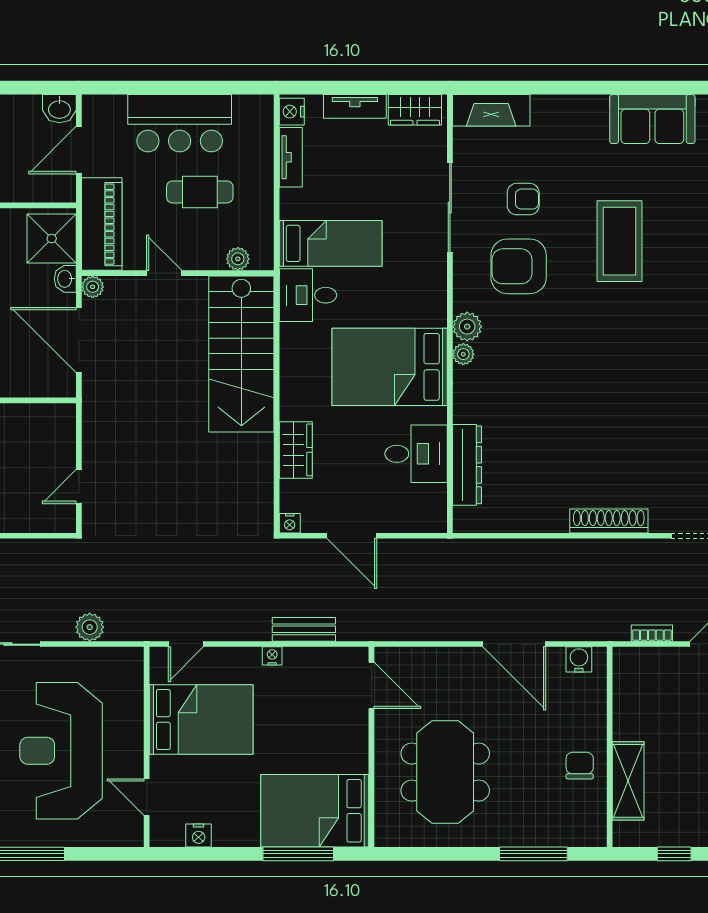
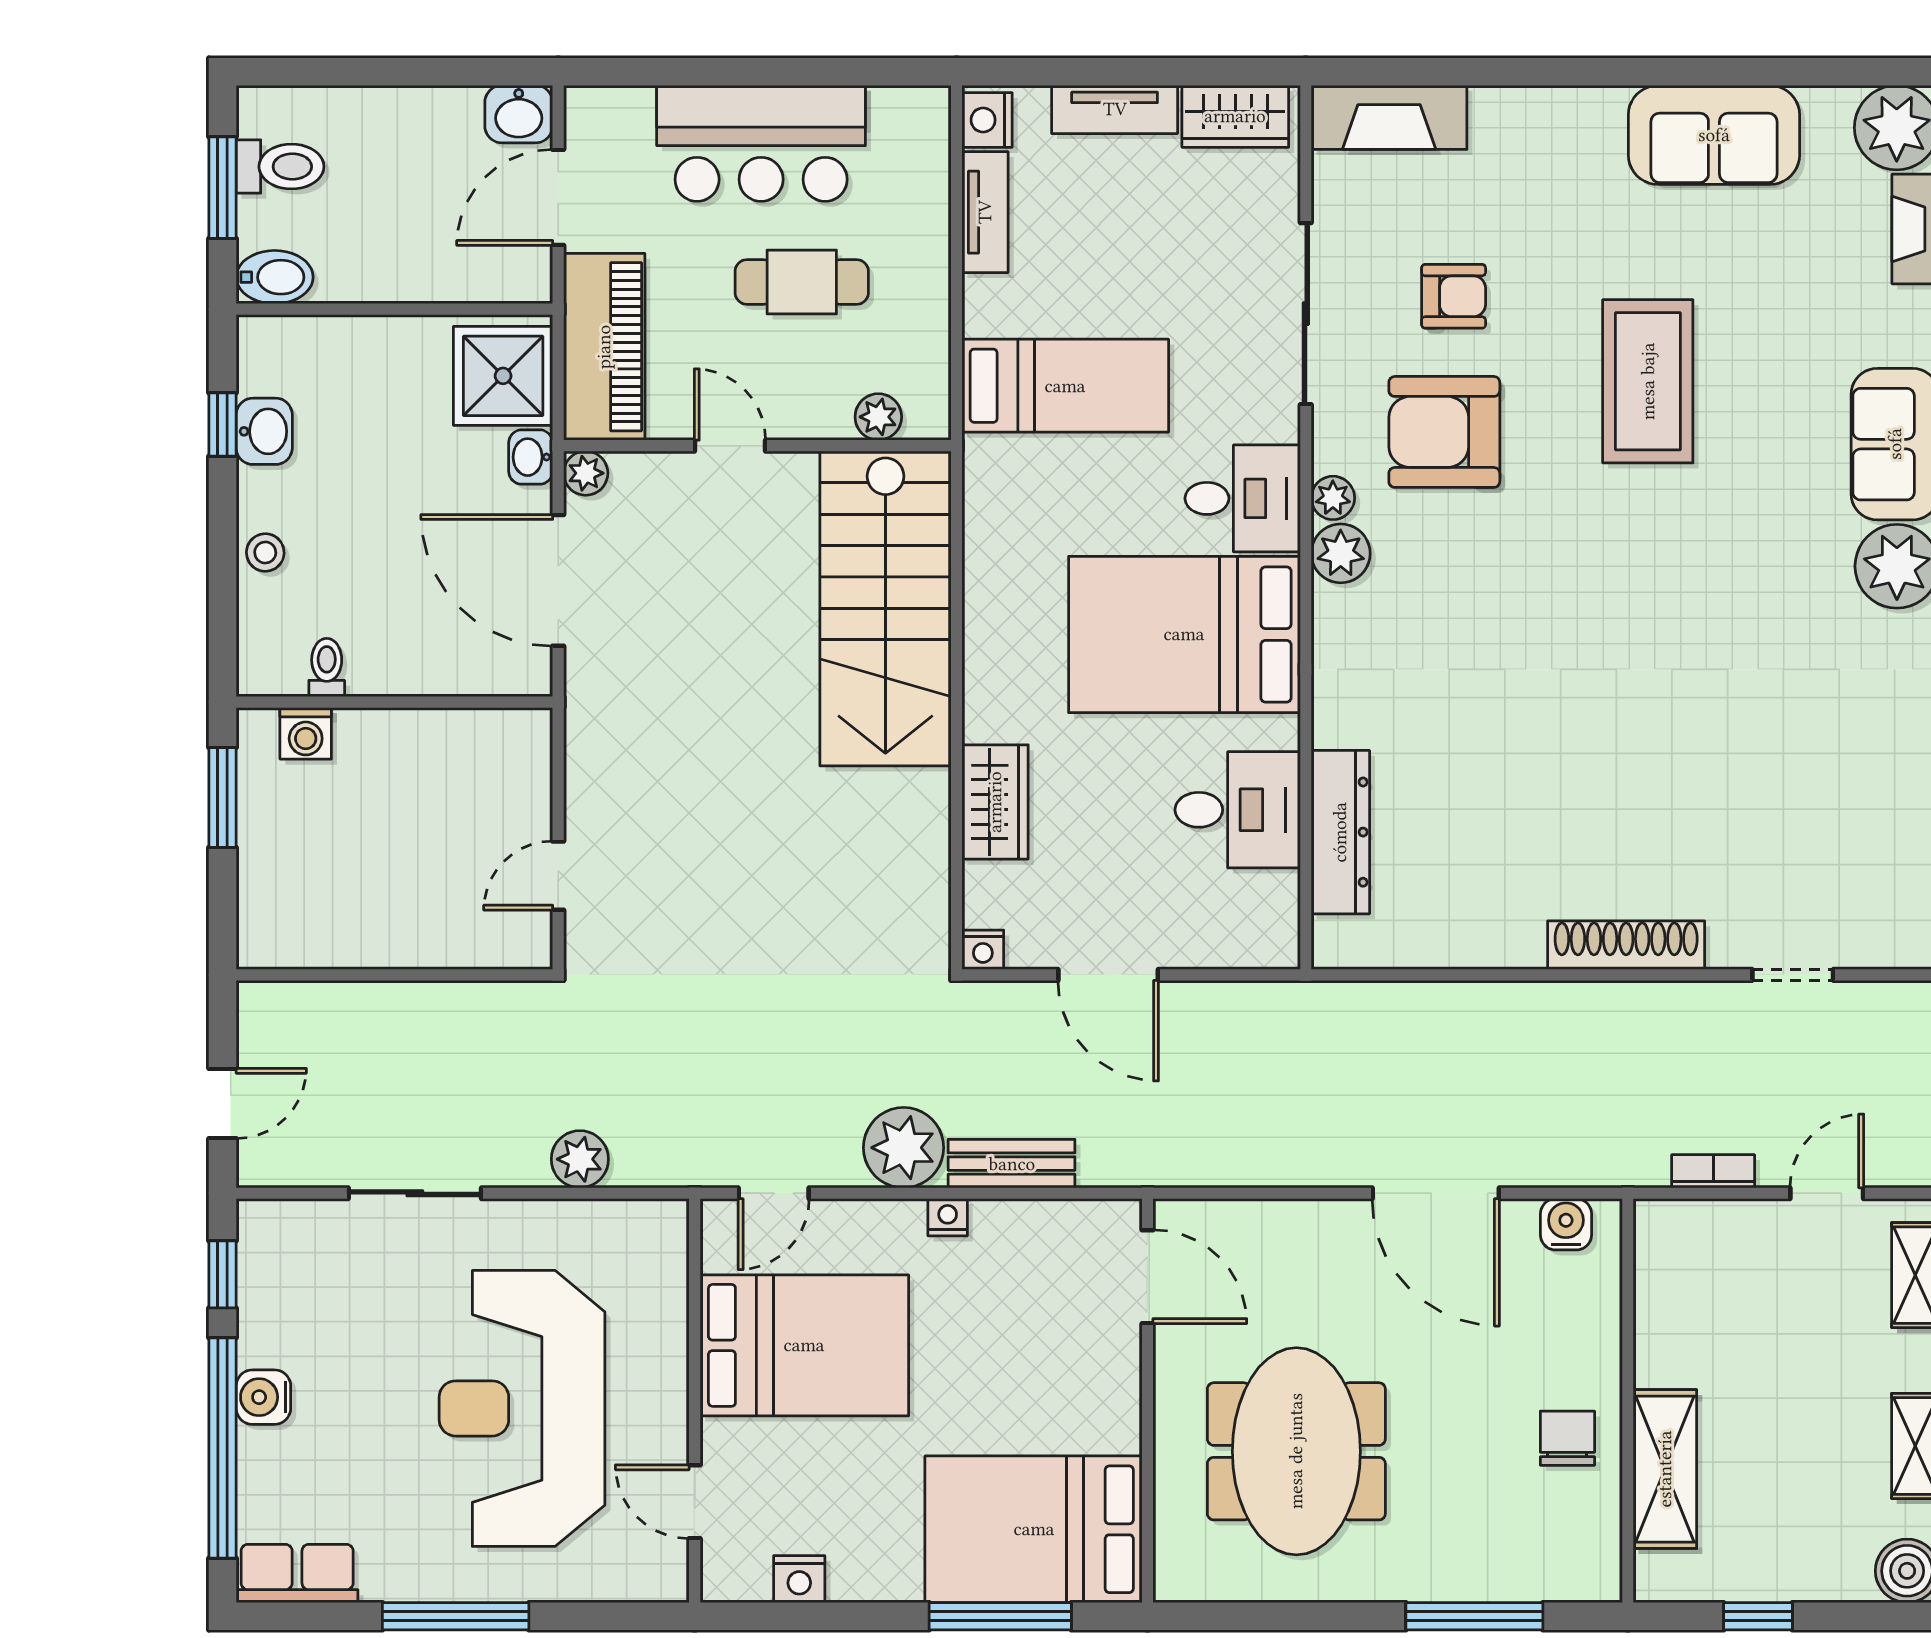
desk: (308, 295) -> (1243, 498), moved, turned 180
plant: (463, 354) -> (1333, 498), moved
plant: (250, 621) -> (904, 1148), added

